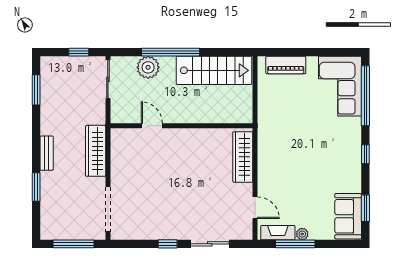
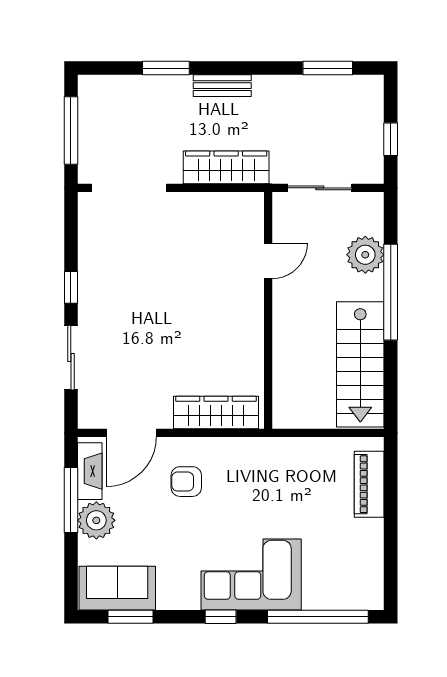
sliding door: (108, 79) -> (320, 188), moved
corner sofa: (340, 86) -> (251, 574), moved
armchair: (284, 175) -> (186, 482), added
door: (255, 208) -> (131, 433), width x1.38
plant: (302, 234) -> (96, 520), width x1.88, depth x1.88

